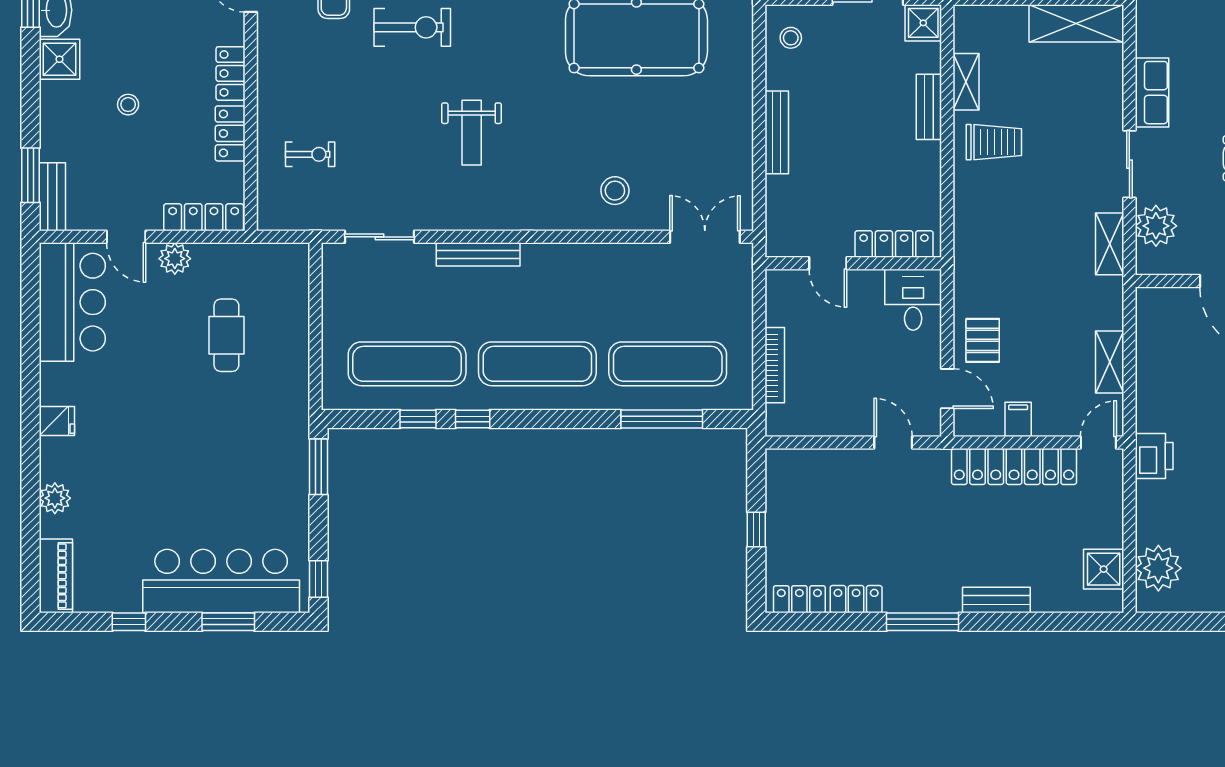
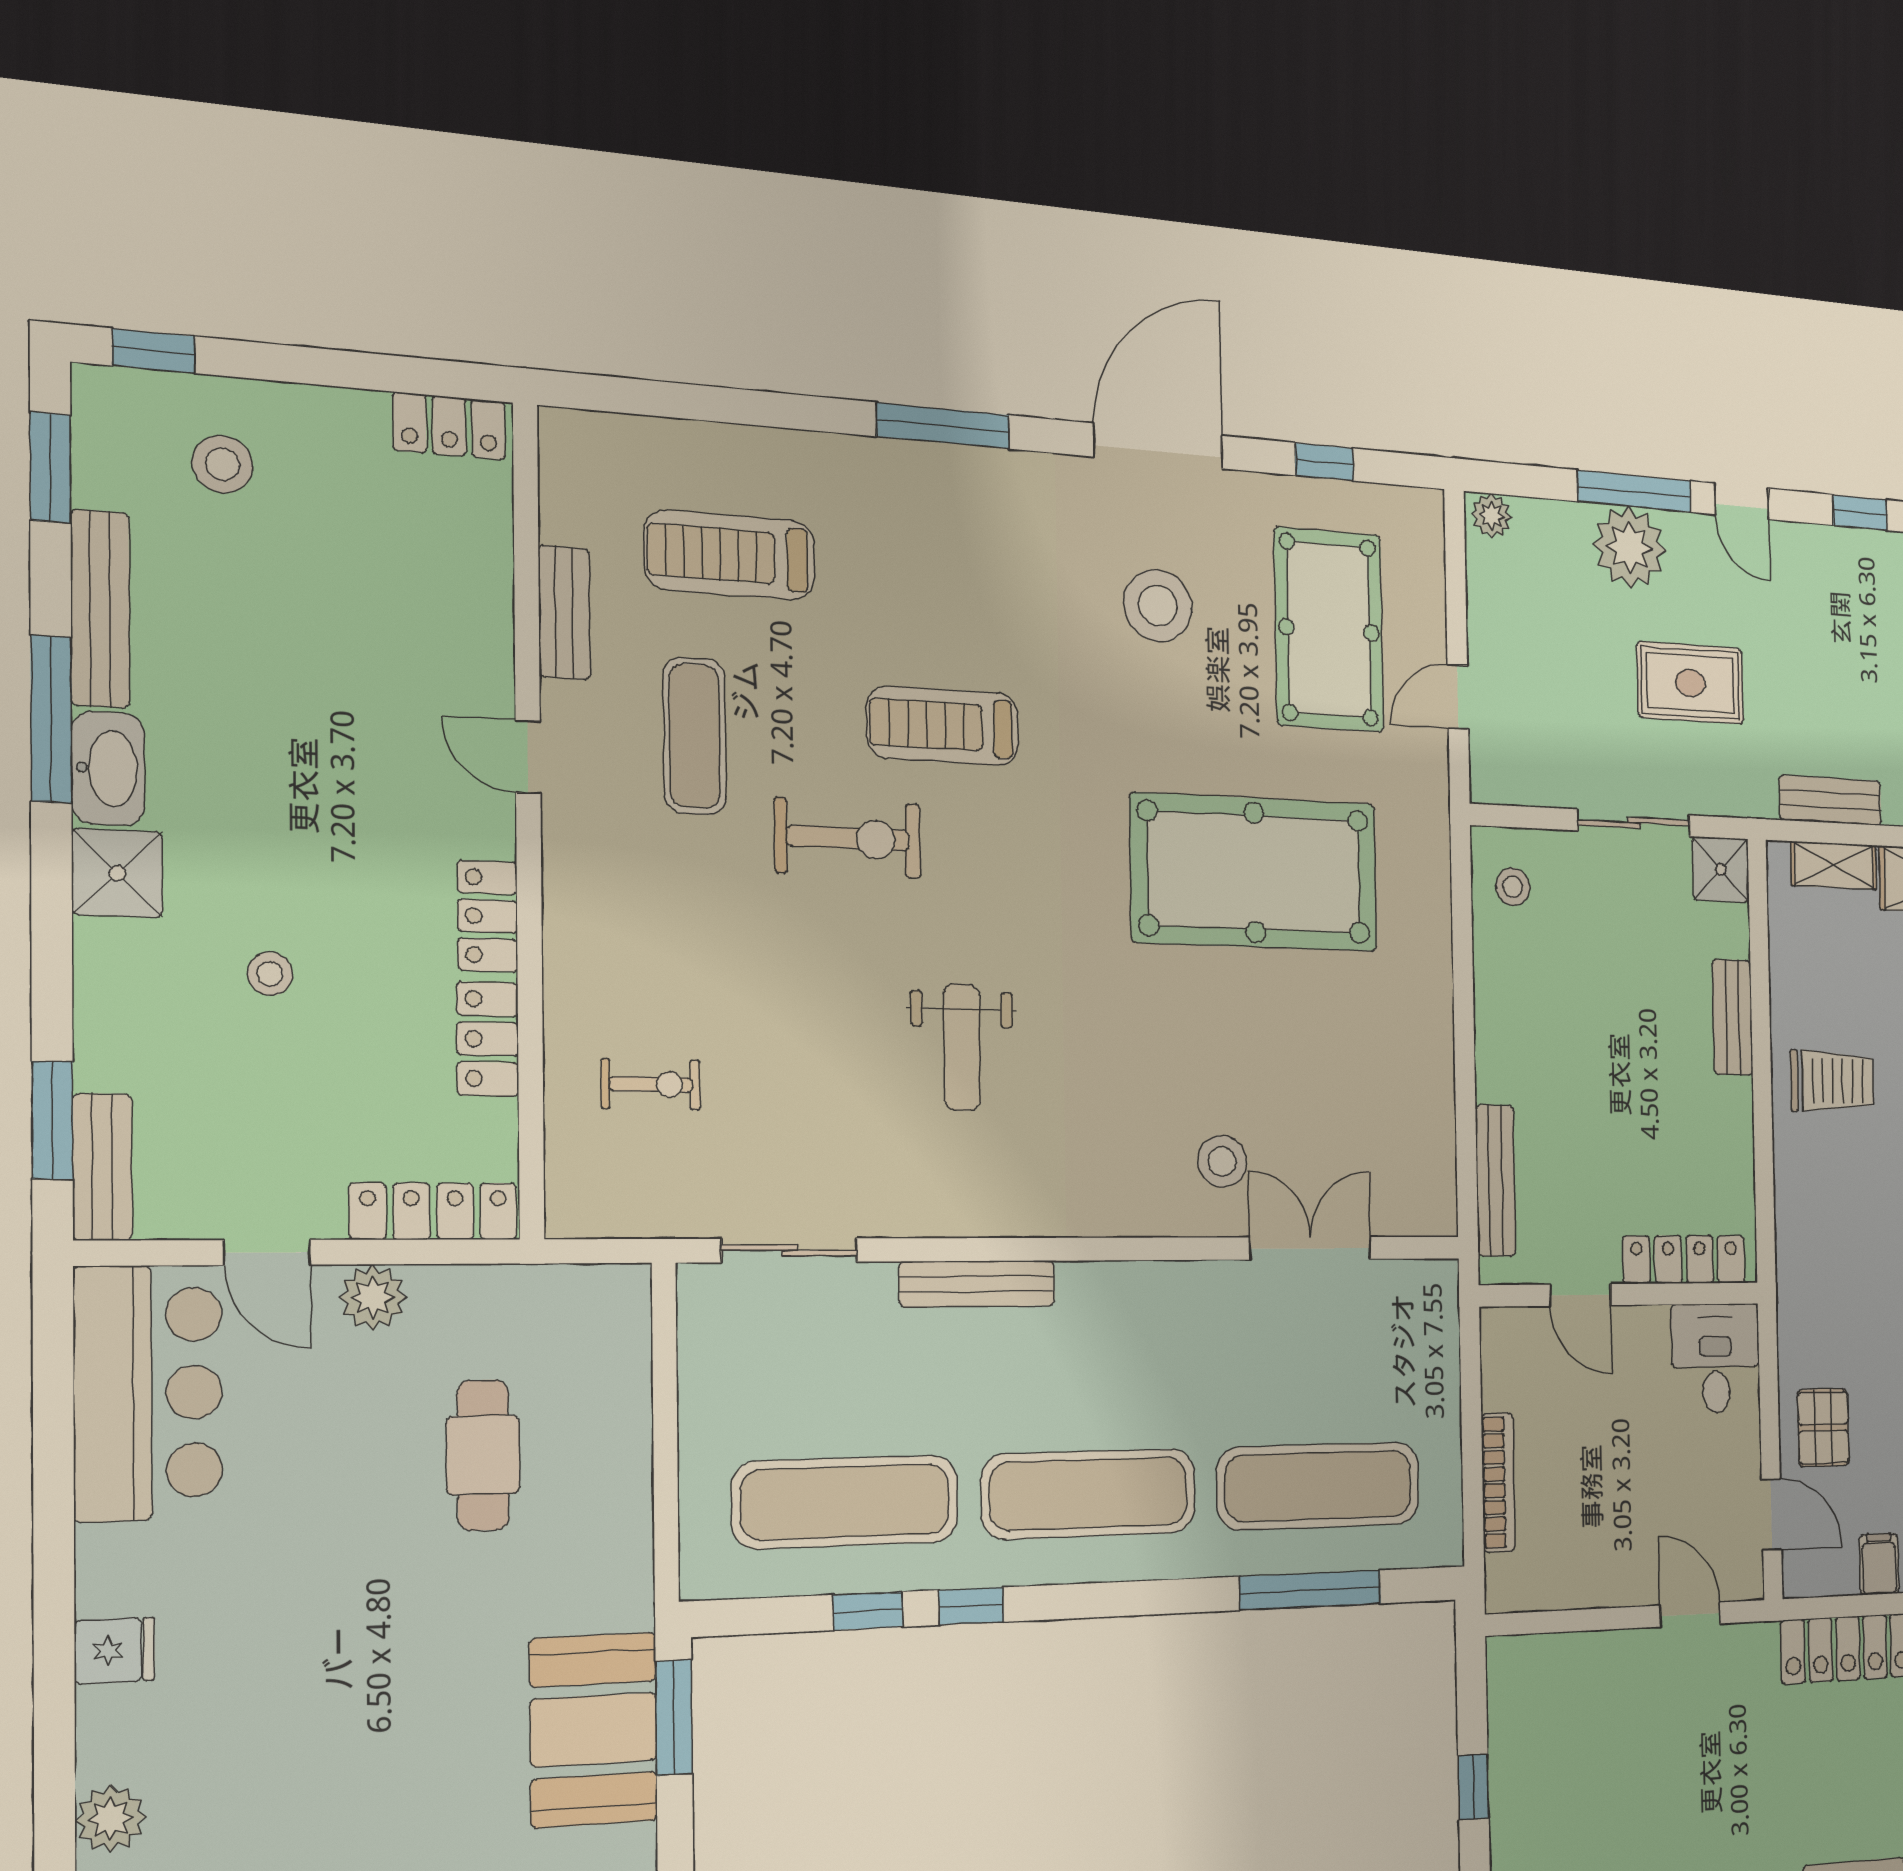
shelving: (966, 82) -> (1834, 865), moved, turned 90
bench: (777, 132) -> (1496, 1180), moved
double door: (705, 237) -> (1310, 1248), moved
booth: (279, 471) -> (594, 1730), added

